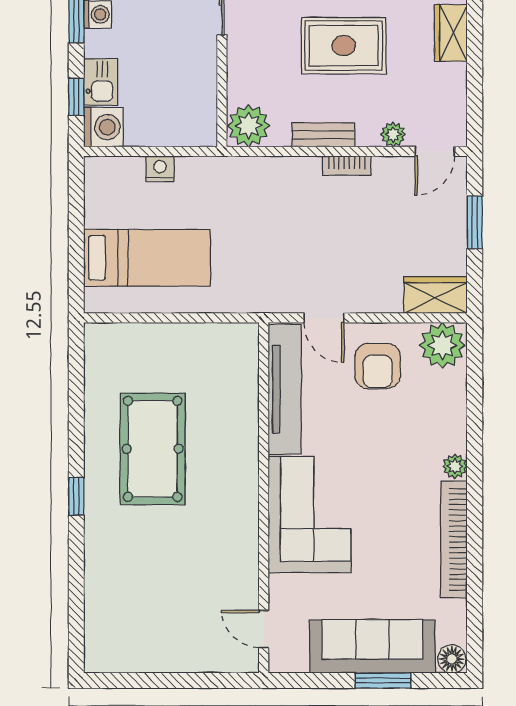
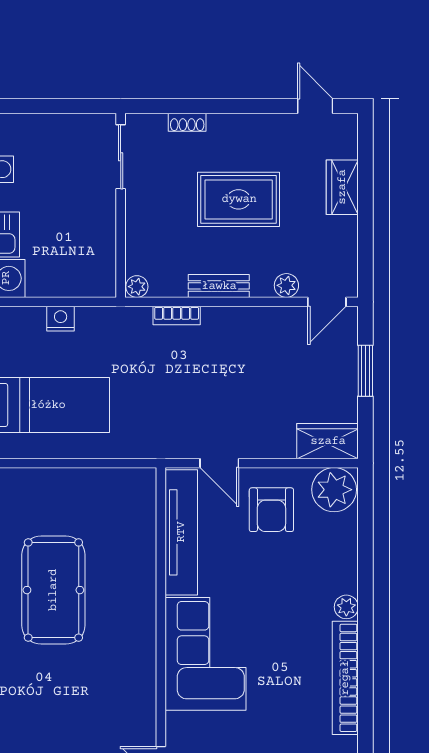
plant: (249, 126) -> (137, 287), width x0.53, depth x0.53
bookcase: (347, 165) -> (177, 316), moved

